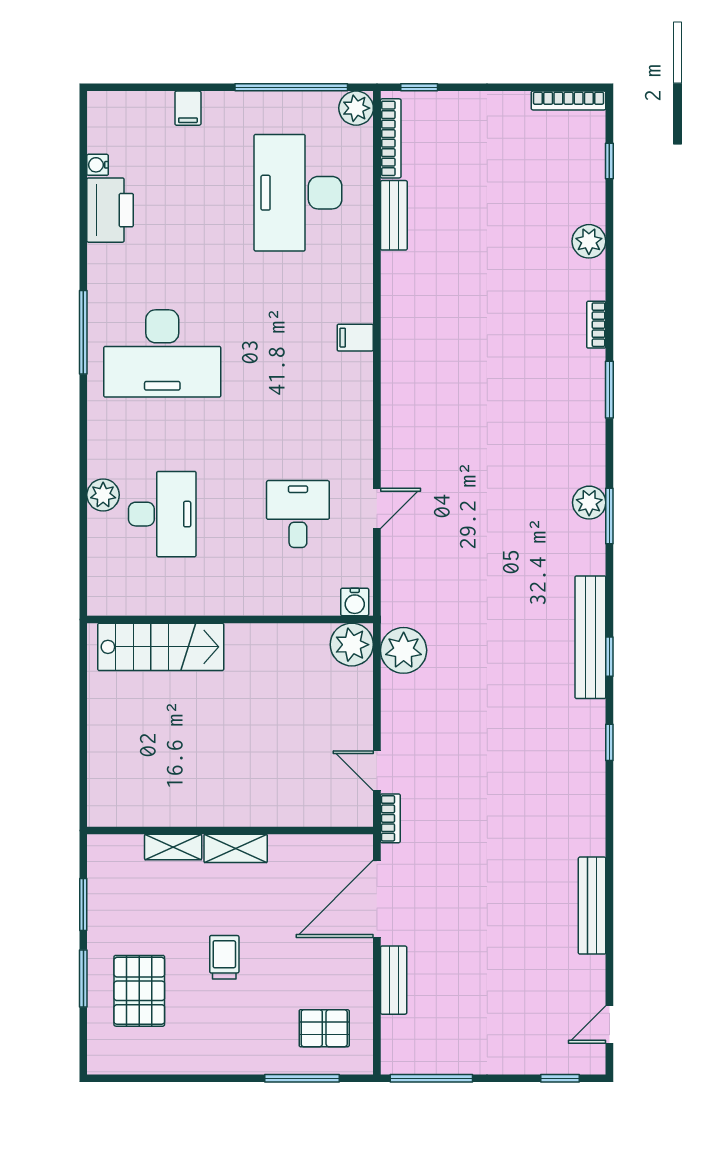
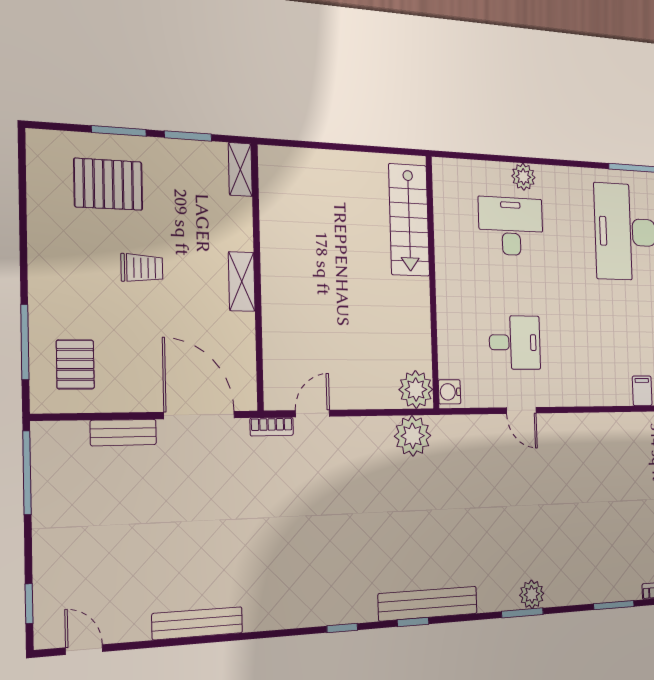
desk: (162, 514) -> (511, 226), turned 180
shelving: (173, 847) -> (240, 169), moved

